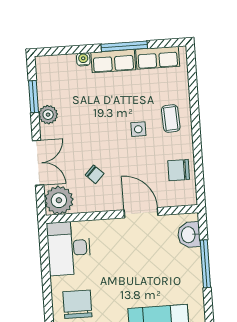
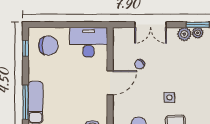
plant: (59, 200) -> (198, 33), moved, width x0.53, depth x0.53
door: (141, 213) -> (110, 83), moved

